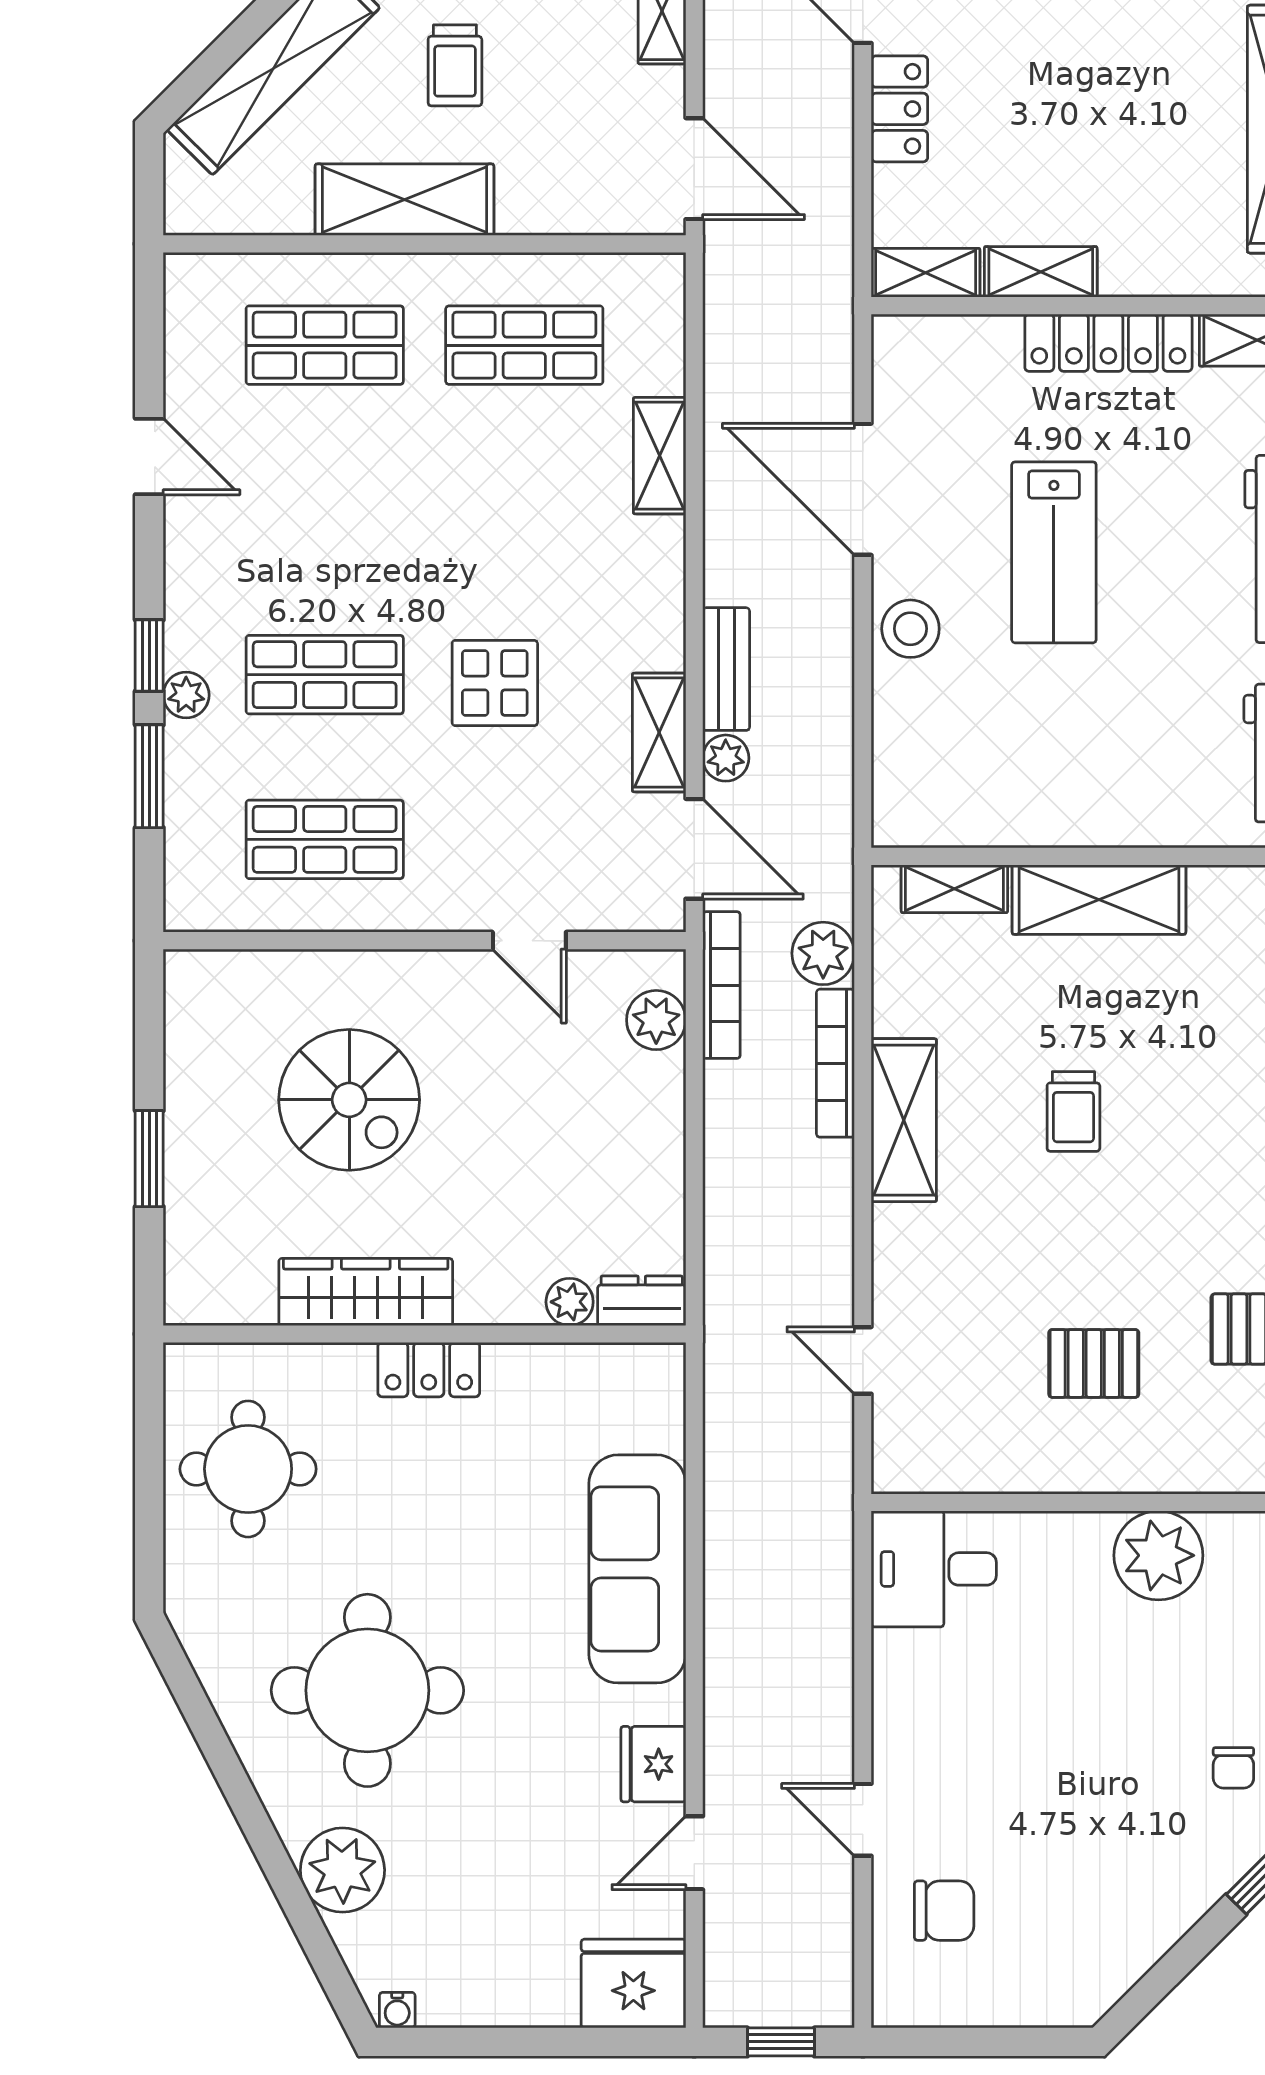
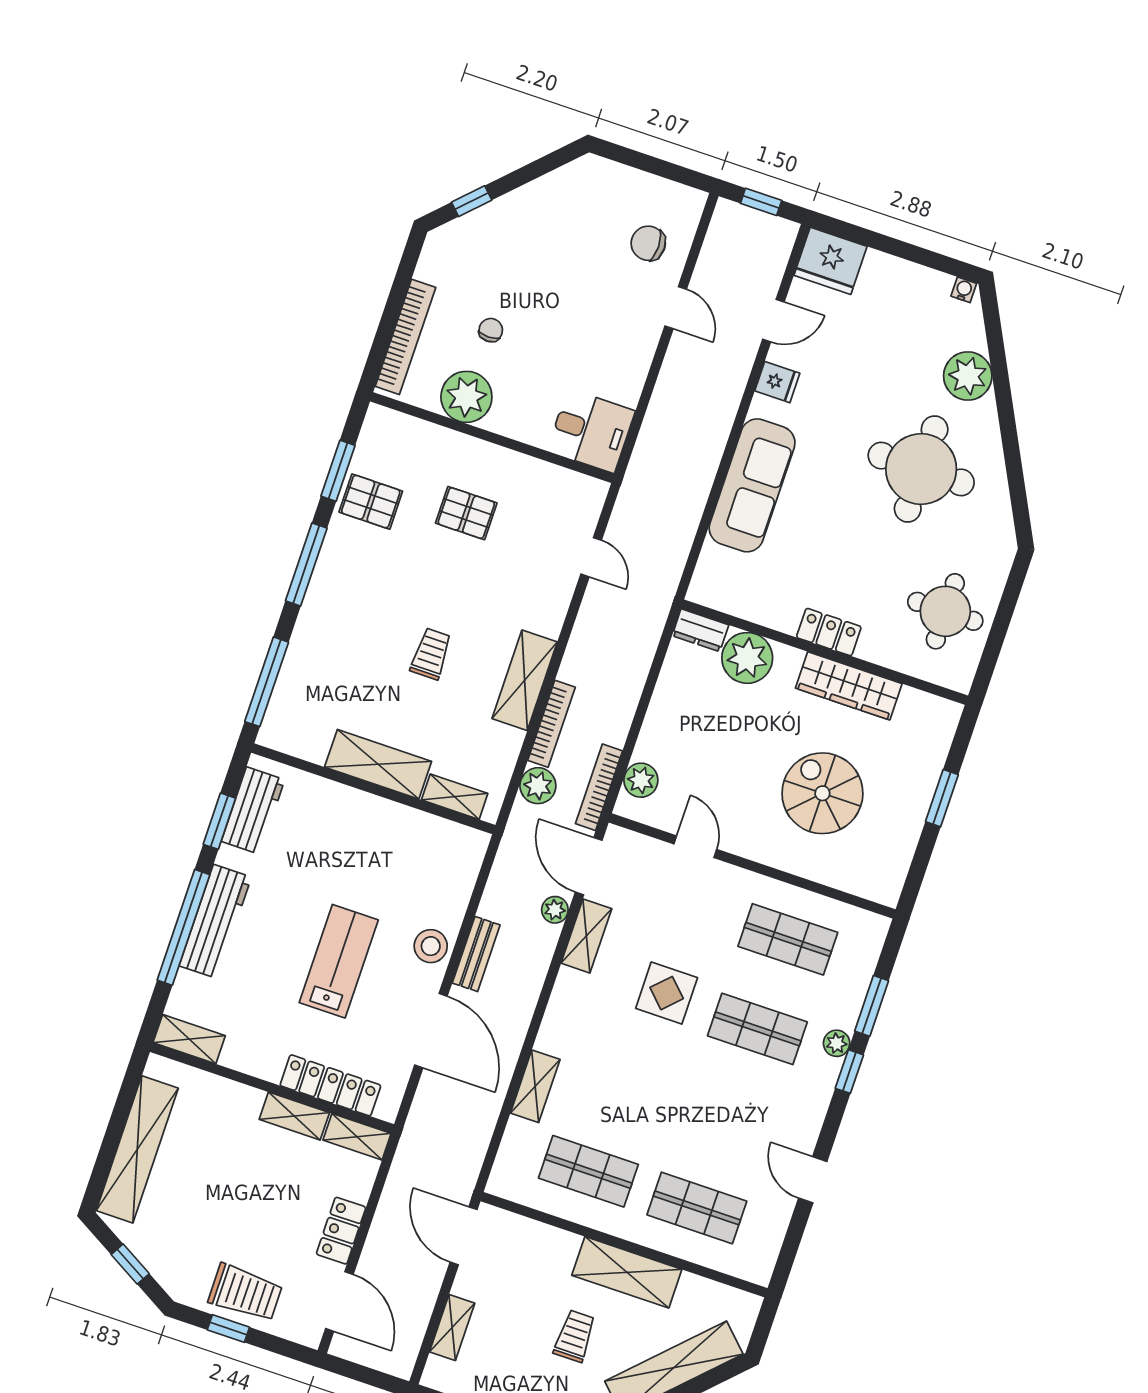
locker: (1108, 343) -> (330, 1085), moved
bench: (726, 669) -> (476, 954), moved
plant: (570, 1302) -> (747, 658), width x1.88, depth x1.88
fridge: (653, 1764) -> (777, 382), width x0.72
chair: (1233, 1768) -> (491, 330), moved

